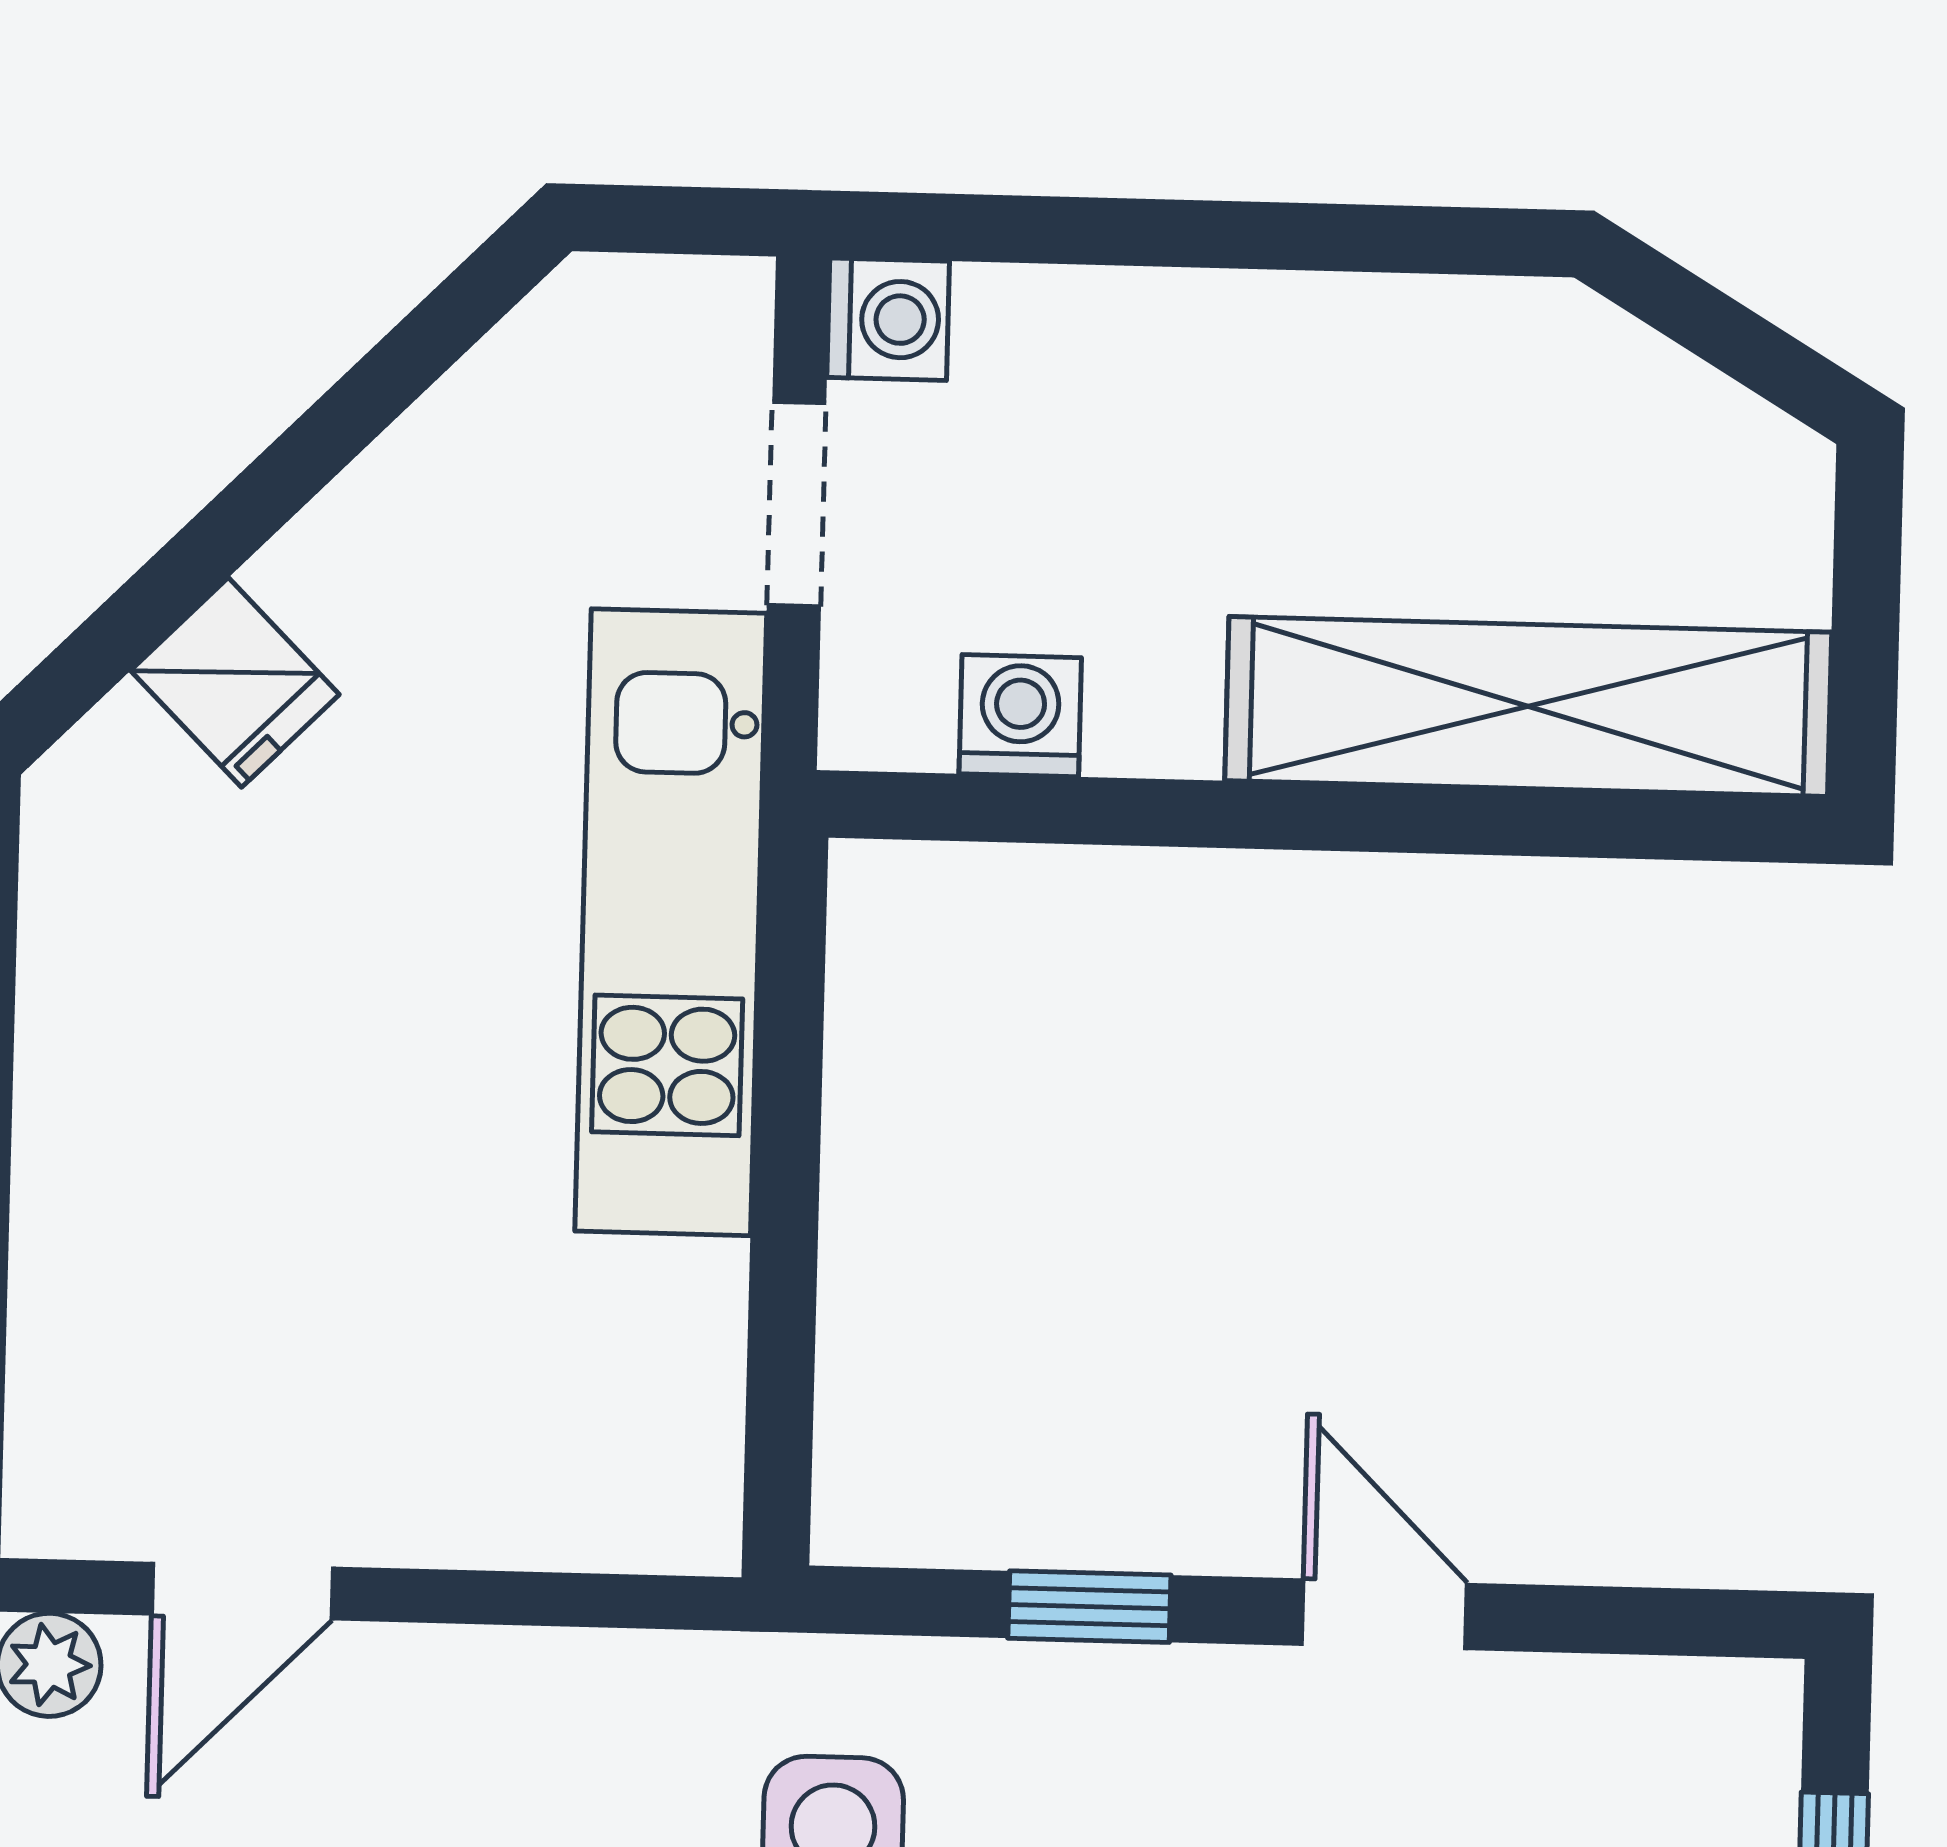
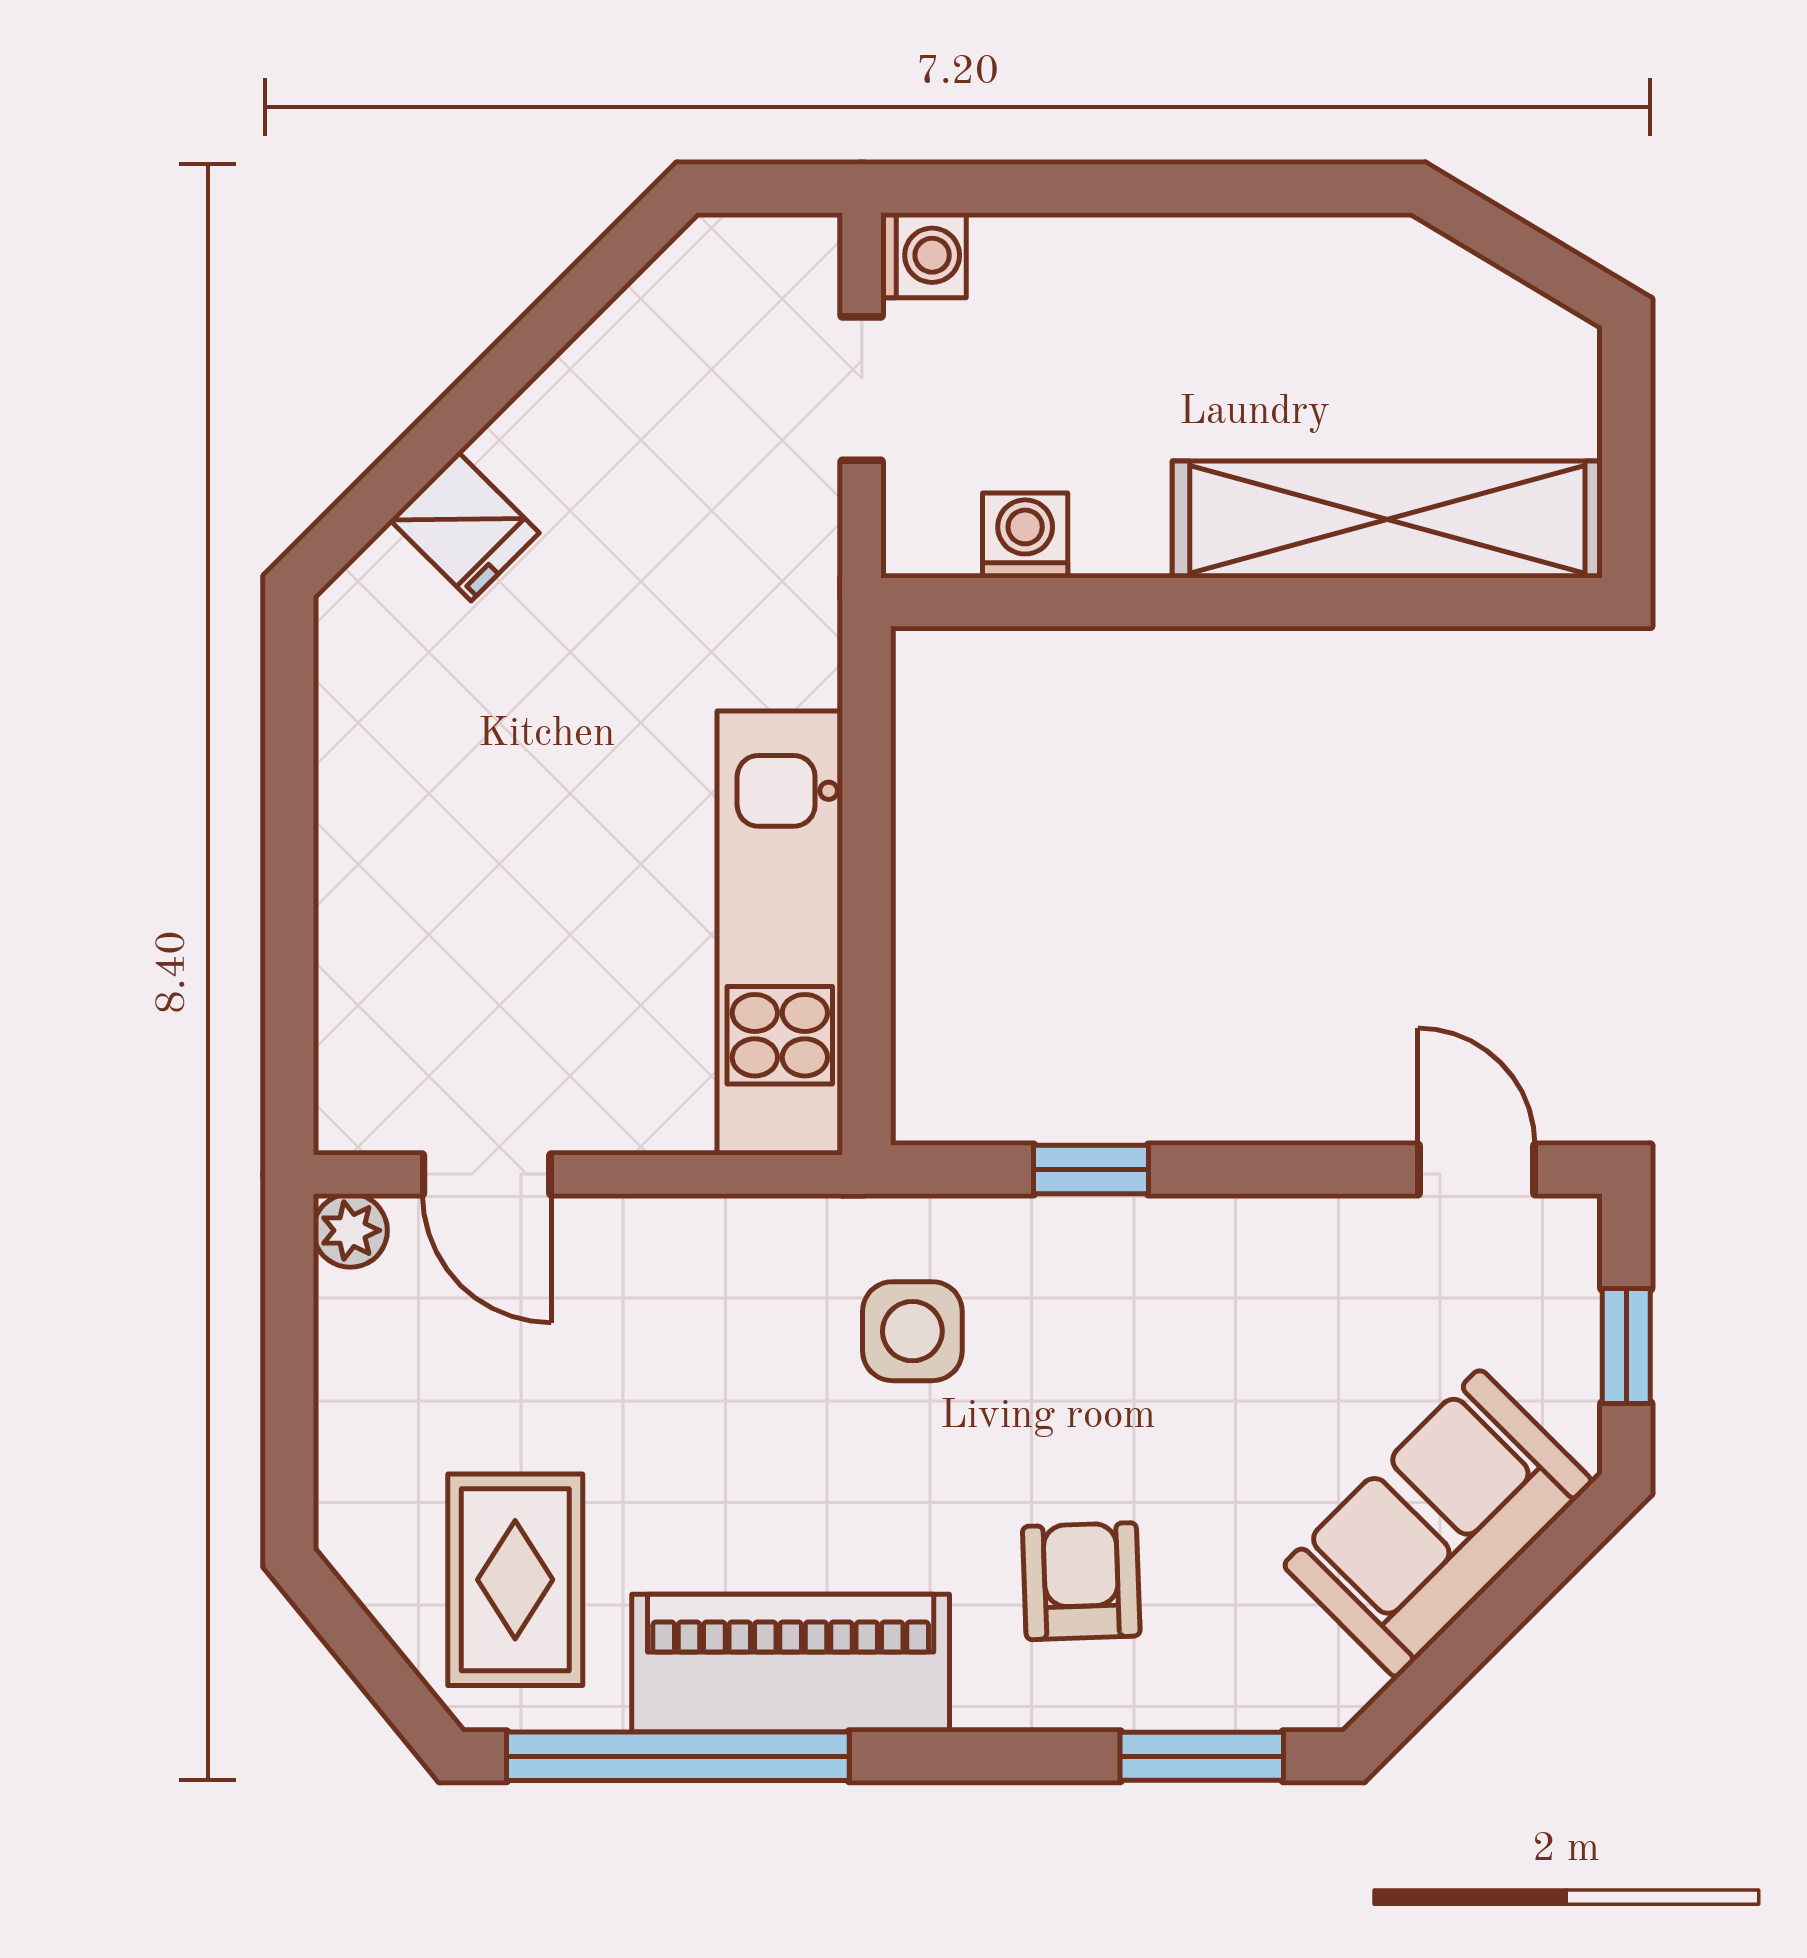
kitchen unit: (671, 922) -> (780, 933), moved
door: (242, 1591) -> (487, 1174), hinge flipped
door: (1384, 1614) -> (1476, 1170), moved

